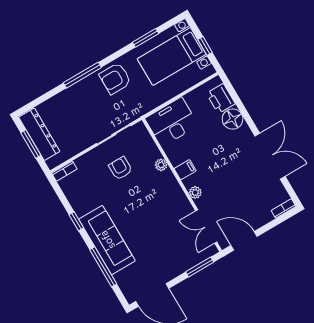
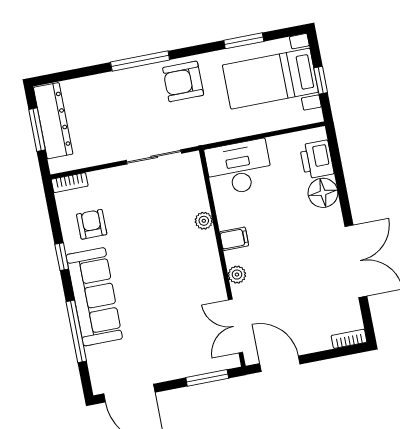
armchair: (120, 168) -> (92, 224), moved

